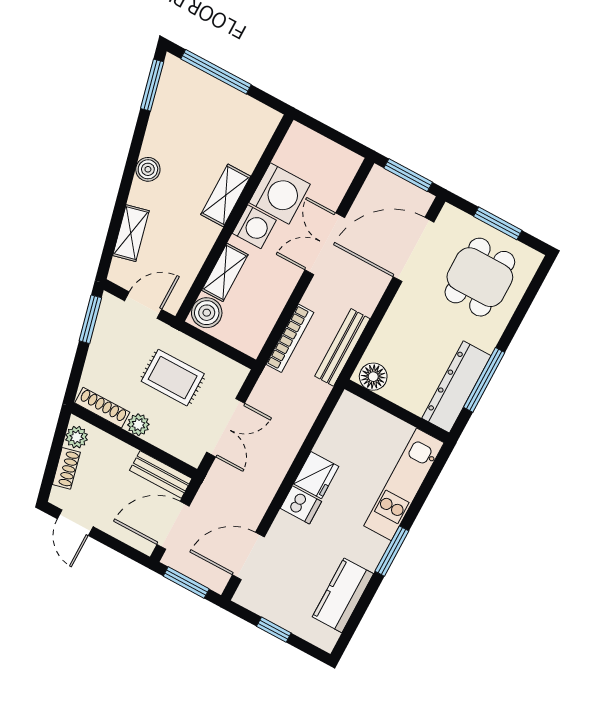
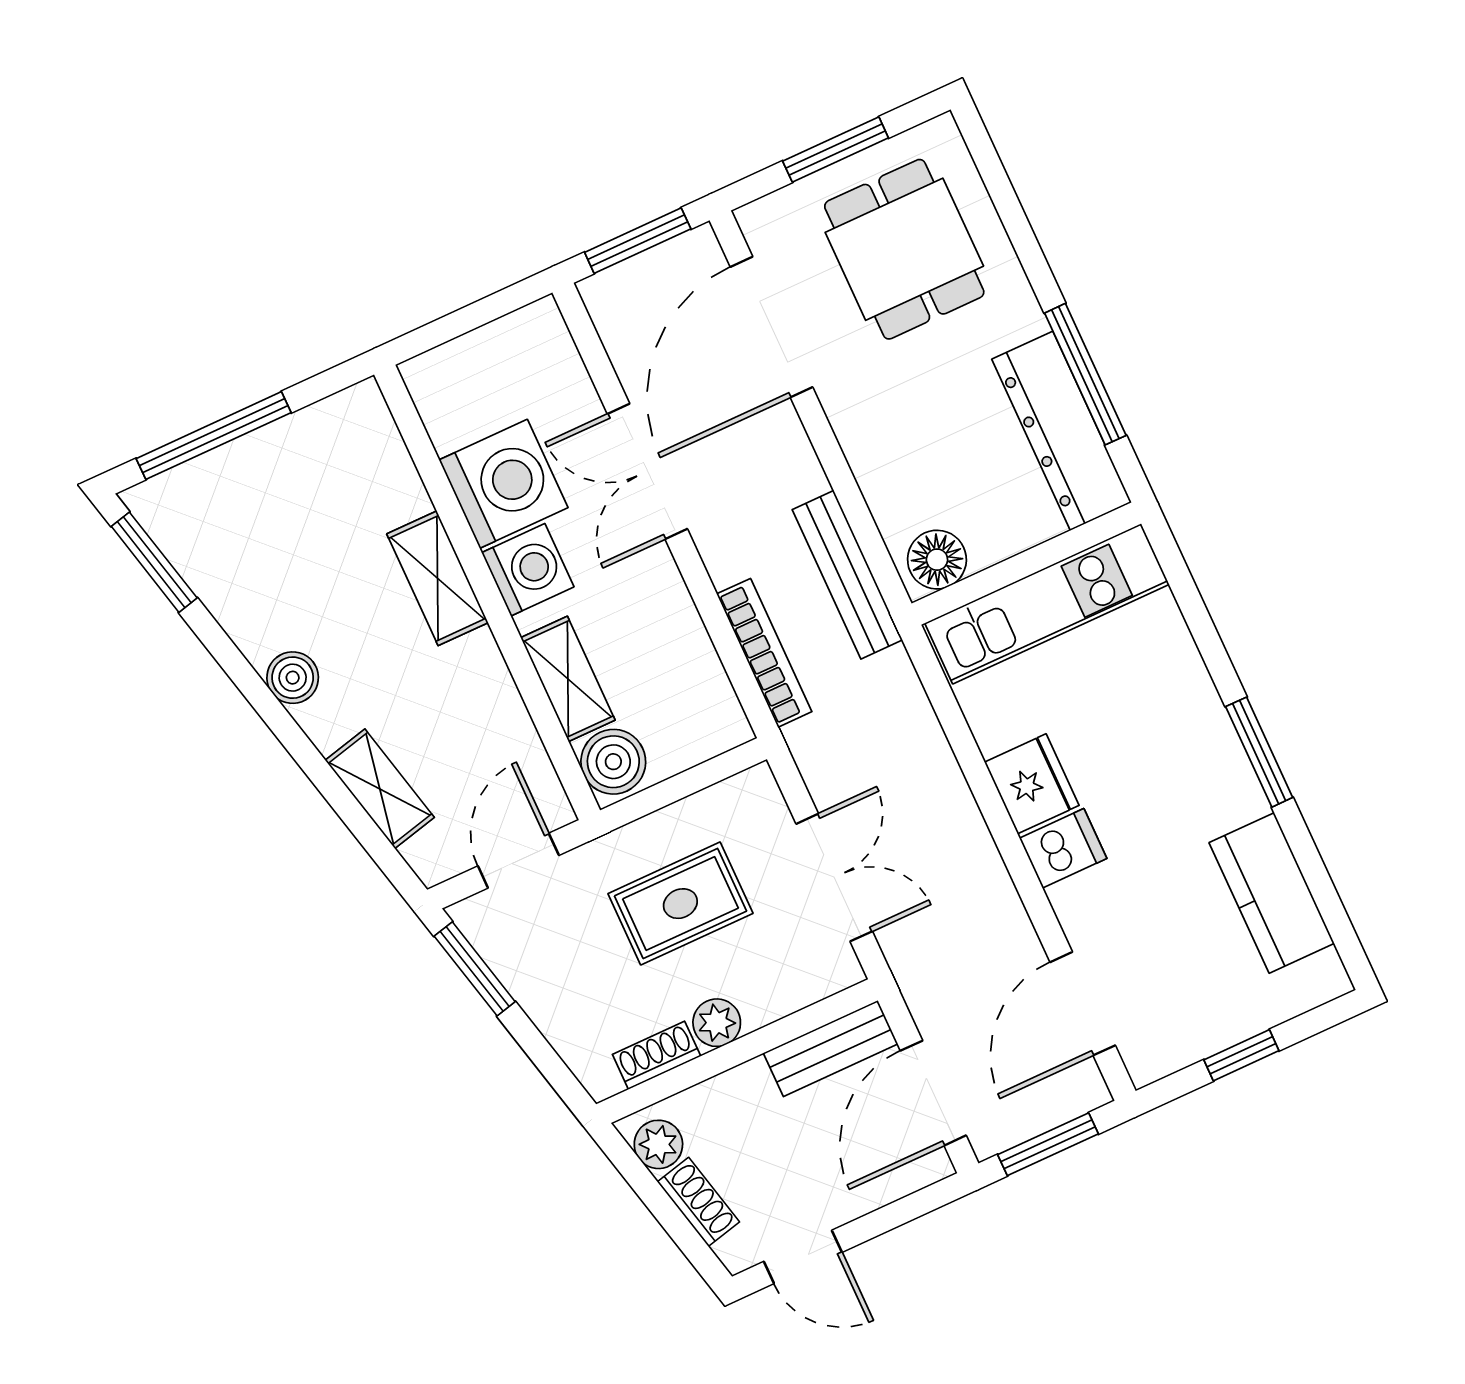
shoe rack: (102, 408) -> (657, 1055), width x0.70
kitchen unit: (404, 484) -> (1047, 604), moved, turned -90

